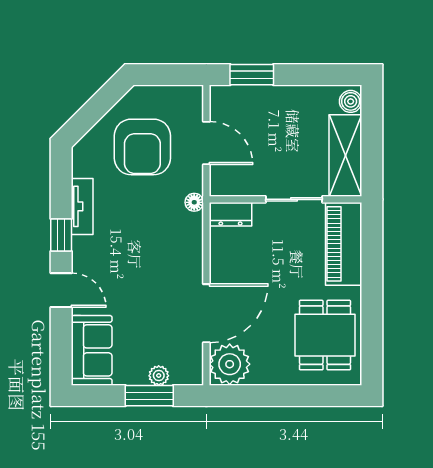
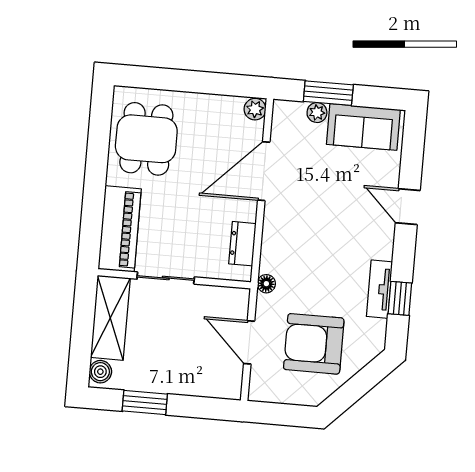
window: (252, 75) -> (145, 403), moved
armchair: (142, 147) -> (314, 344), turned -90
dresser: (230, 214) -> (242, 244), moved, turned -90
window: (61, 235) -> (400, 298), moved
sofa: (92, 350) -> (363, 127), moved, turned -90
plant: (230, 364) -> (255, 109), width x0.53, depth x0.53

